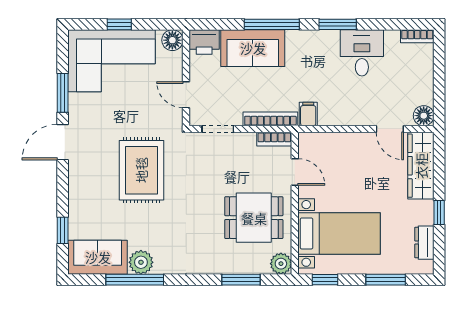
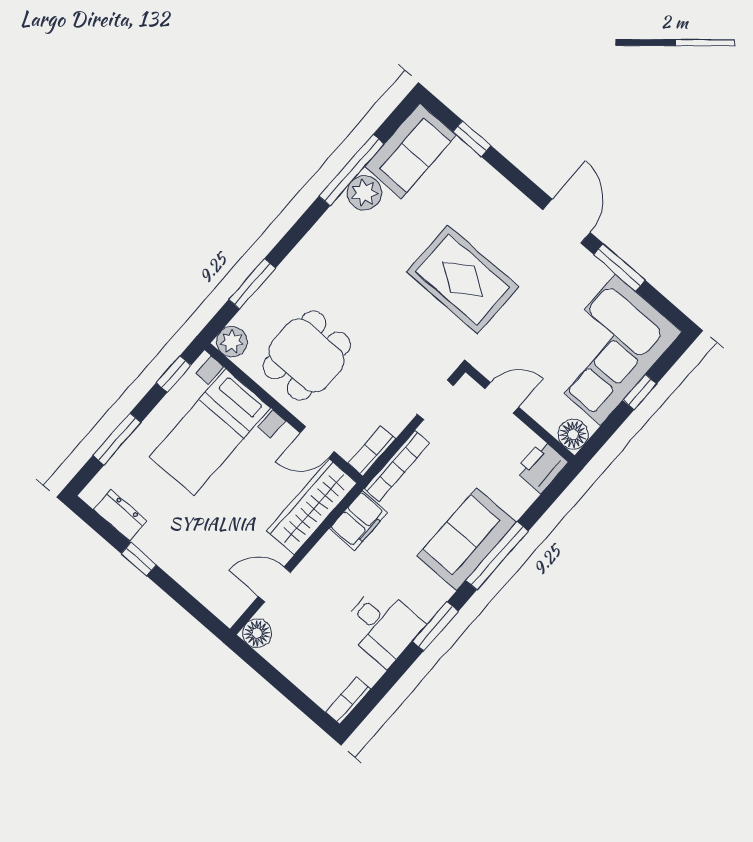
sofa: (253, 48) -> (467, 539), moved
filing cabinet: (308, 114) -> (359, 520), width x2.00
wardrobe: (421, 166) -> (312, 507), moved, turned -90

